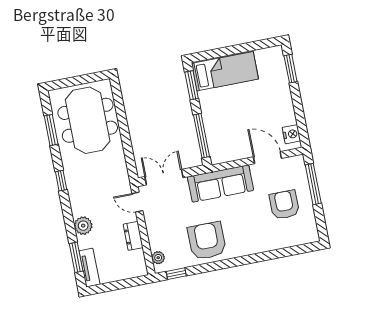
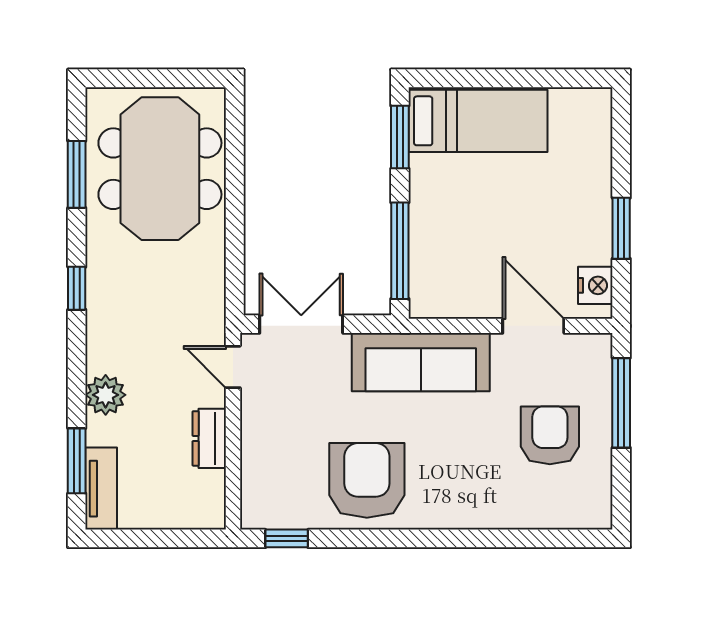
window: (291, 69) -> (621, 228), moved
plant: (158, 258) -> (254, 496), removed

